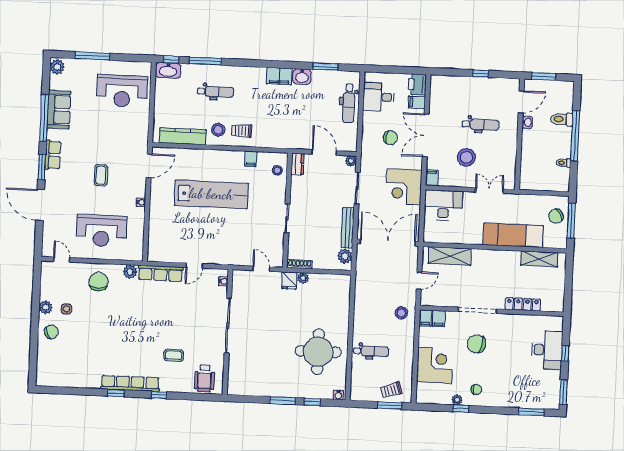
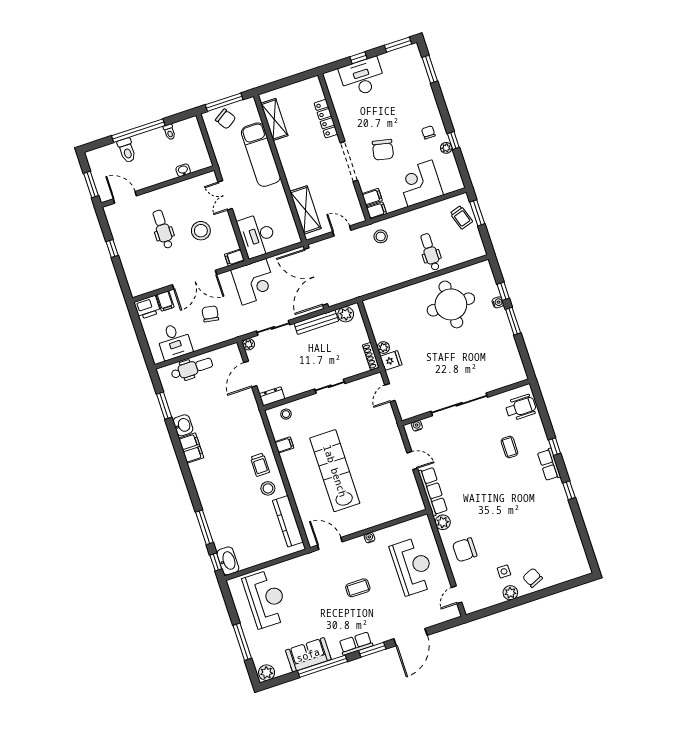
dental chair: (215, 92) -> (231, 506), removed
washbasin: (527, 122) -> (183, 170), moved
row of seats: (130, 383) -> (549, 465), width x0.50
water cooler: (338, 395) -> (498, 302), moved

